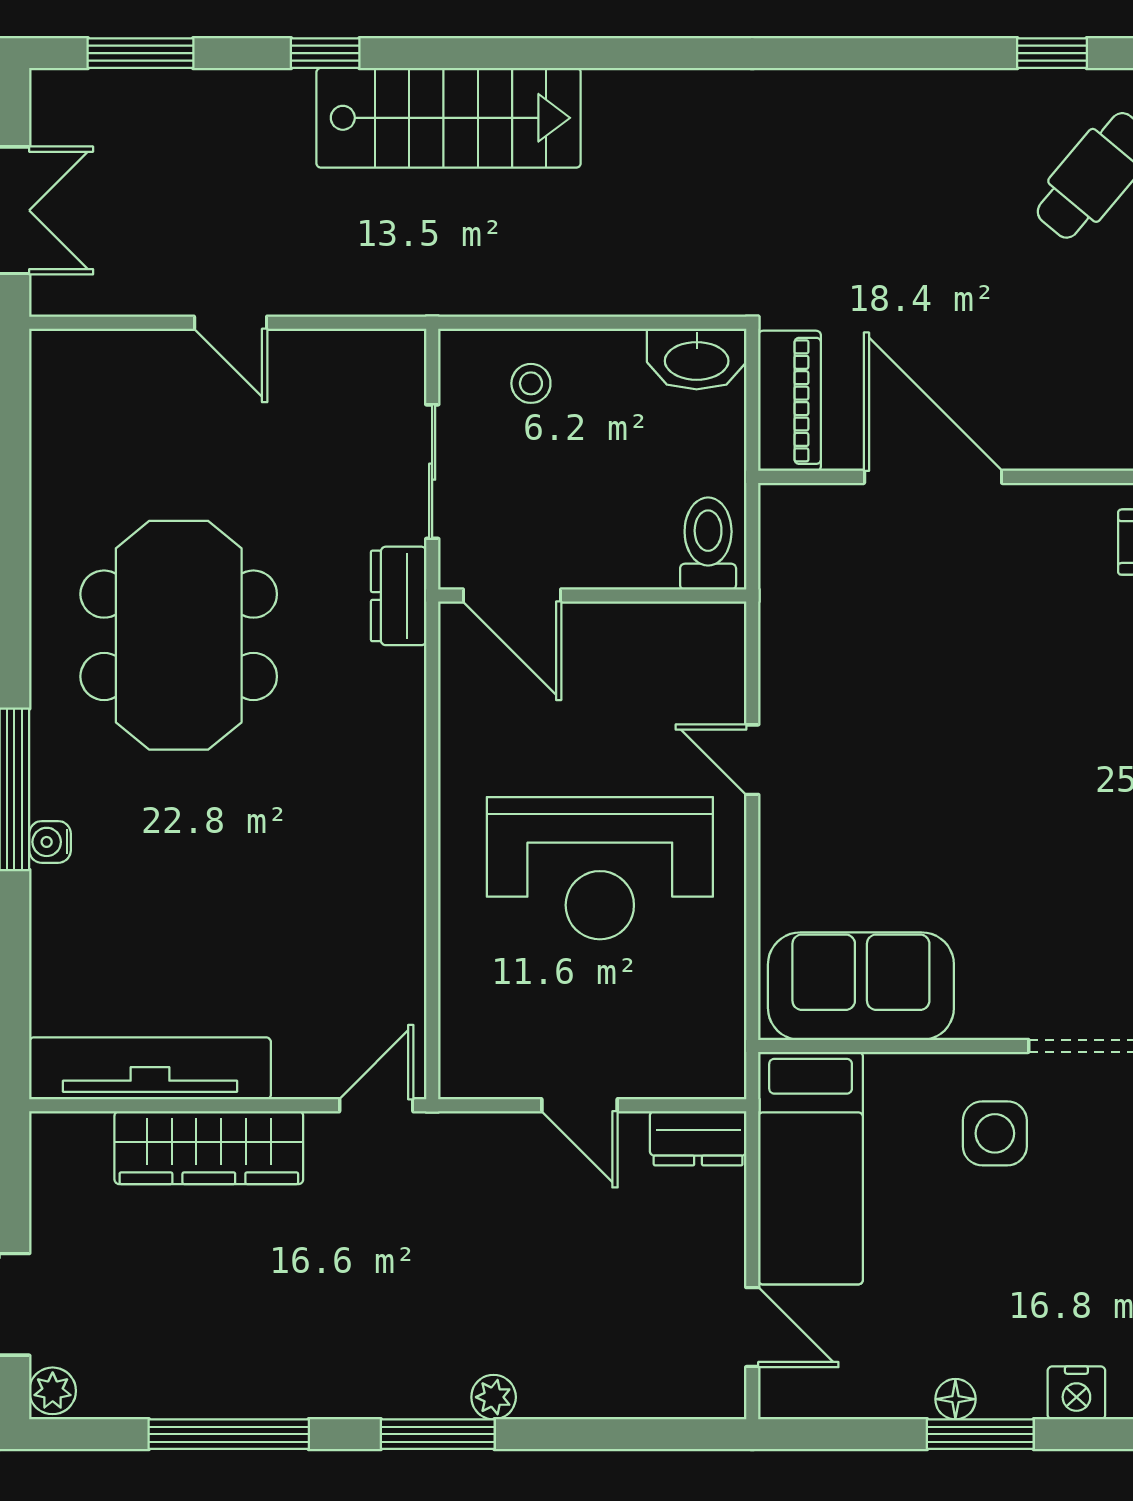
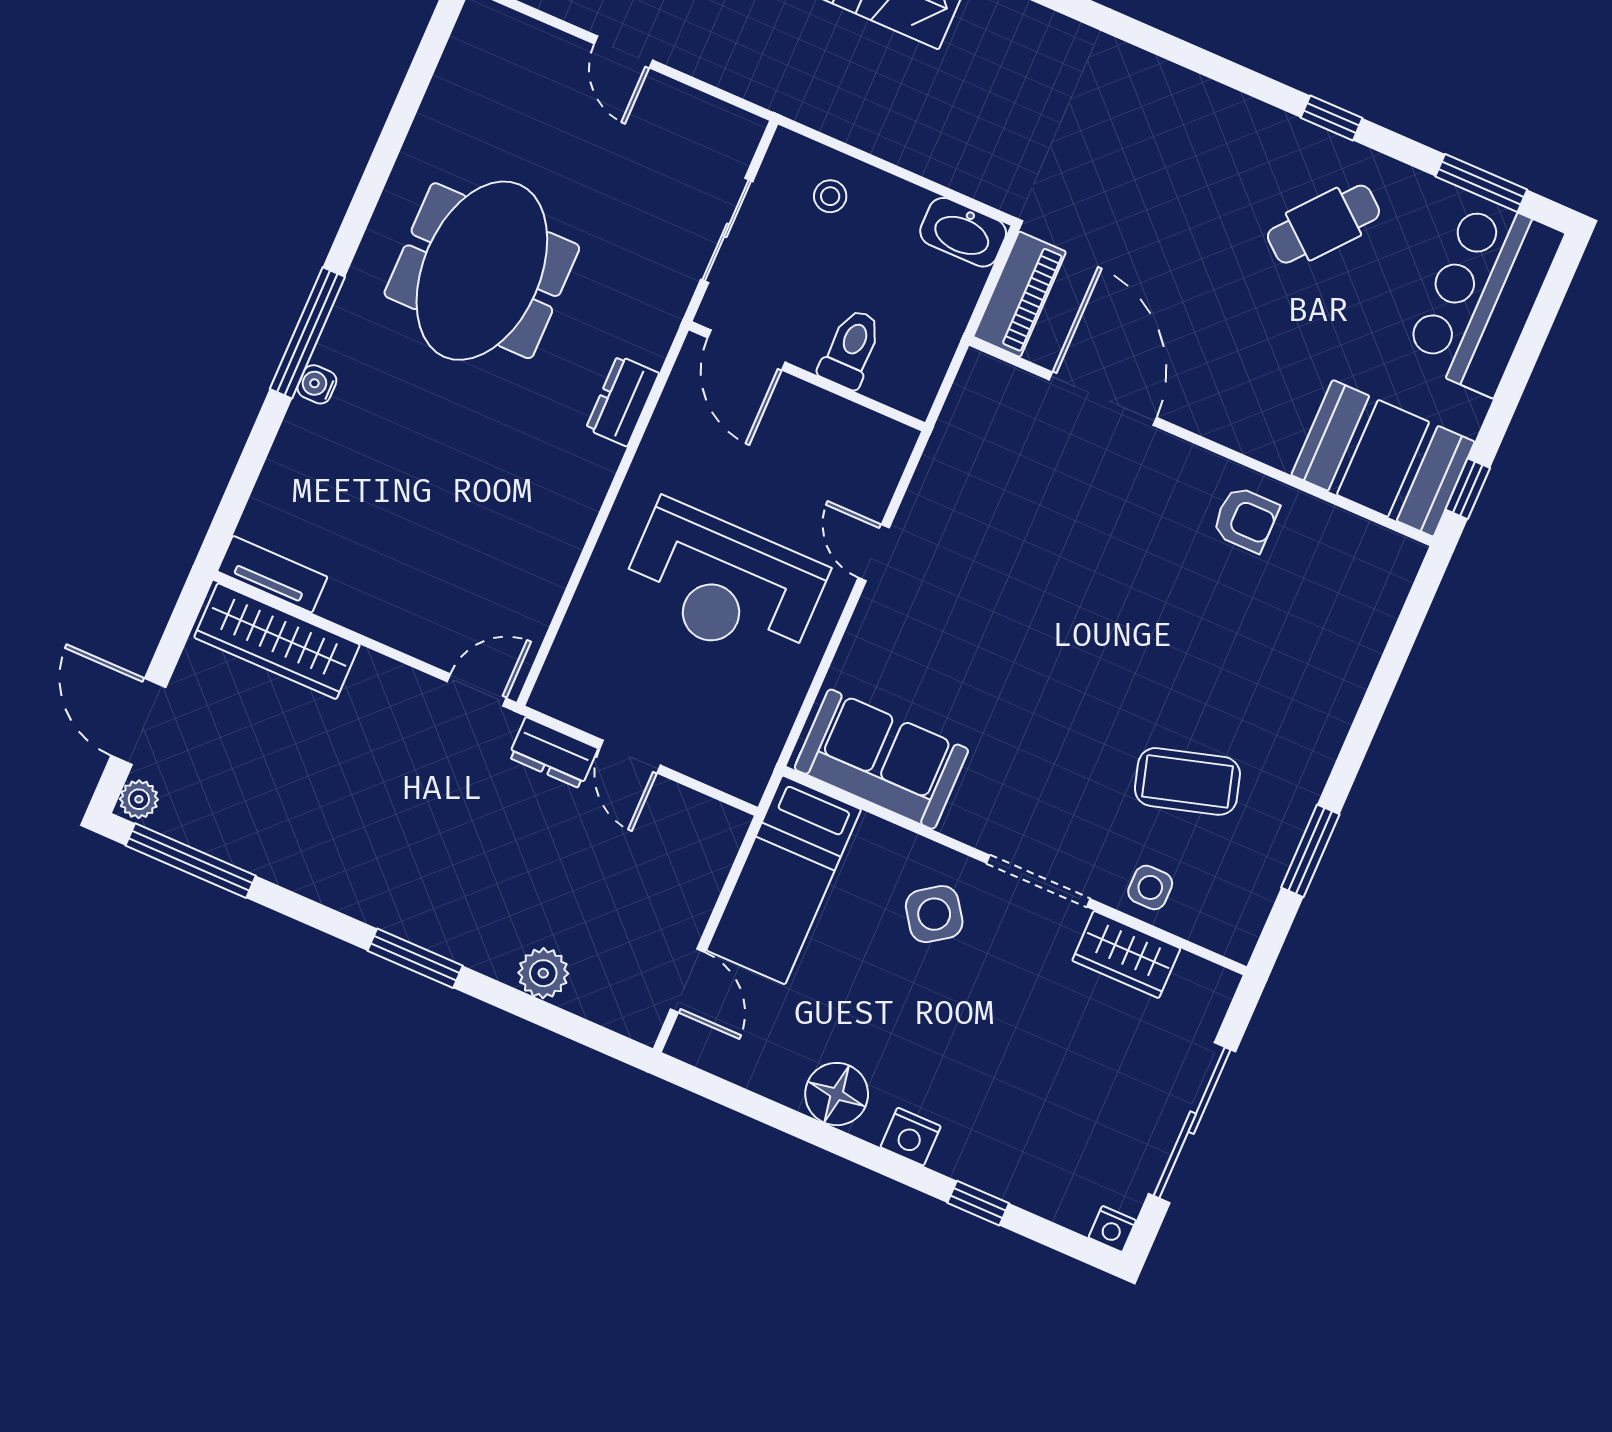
toilet: (708, 543) -> (851, 349), moved
dresser: (399, 596) -> (622, 401), moved
tv unit: (150, 1068) -> (272, 574), width x0.52, depth x0.78
side table: (995, 1133) -> (934, 914), turned -35
dresser: (698, 1138) -> (553, 753), moved
wardrobe: (209, 1148) -> (277, 641), moved
plant: (494, 1397) -> (543, 973), moved, width x1.38, depth x1.38
floor lamp: (955, 1399) -> (837, 1094), width x1.89, depth x1.89
window: (229, 1434) -> (191, 861), moved
window: (980, 1434) -> (825, 1136), removed

